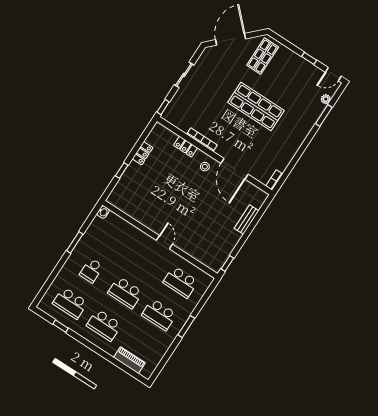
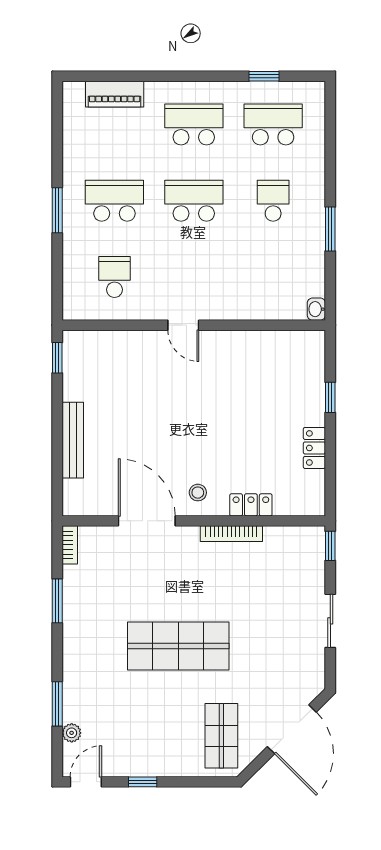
window: (295, 159) -> (57, 601), added
bench: (247, 220) -> (73, 440), width x1.36
school desk: (180, 282) -> (114, 277), width x0.54

